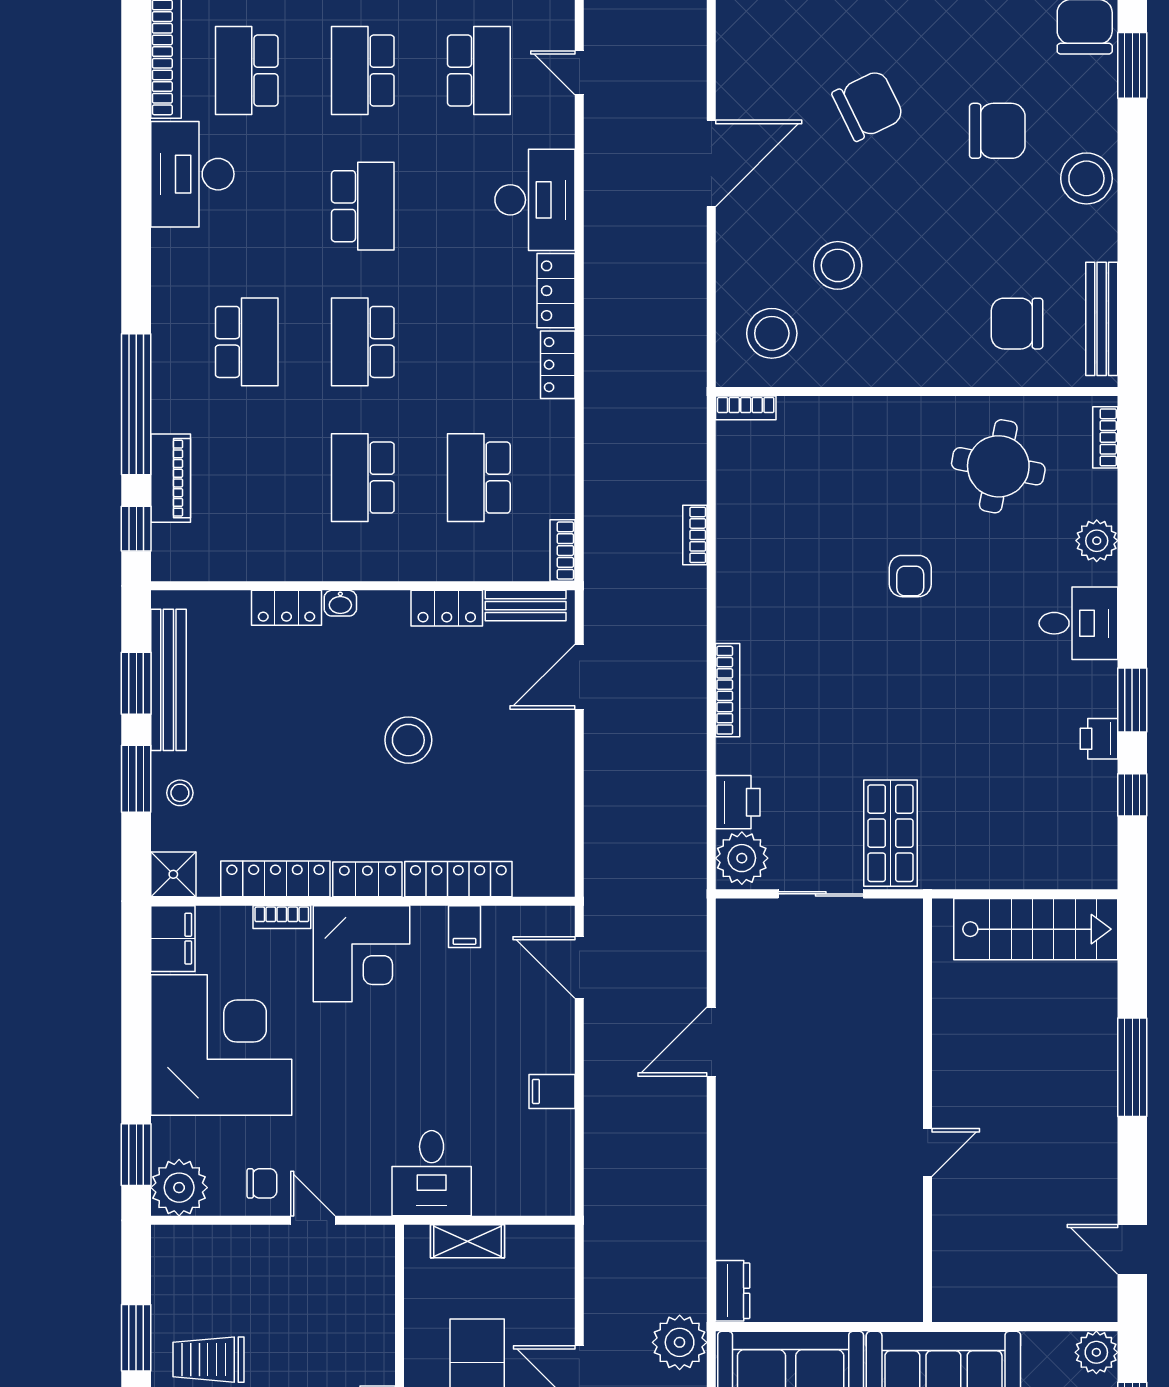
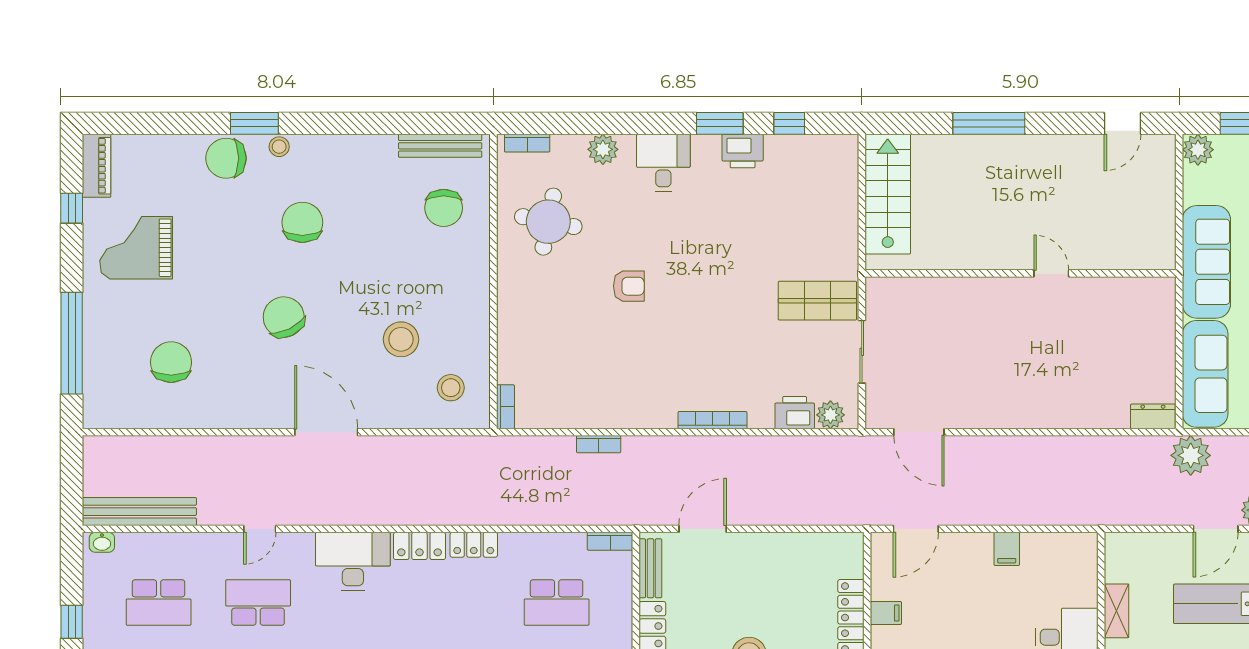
stool: (1086, 178) -> (279, 147), moved, width x0.53, depth x0.53
stool: (772, 333) -> (451, 388), width x0.73, depth x0.73
door: (579, 677) -> (703, 529), swing flipped
printer: (1099, 739) -> (743, 151), width x1.36, depth x1.24
plant: (742, 858) -> (830, 415), width x0.73, depth x0.73
door: (711, 1042) -> (919, 432), moved

